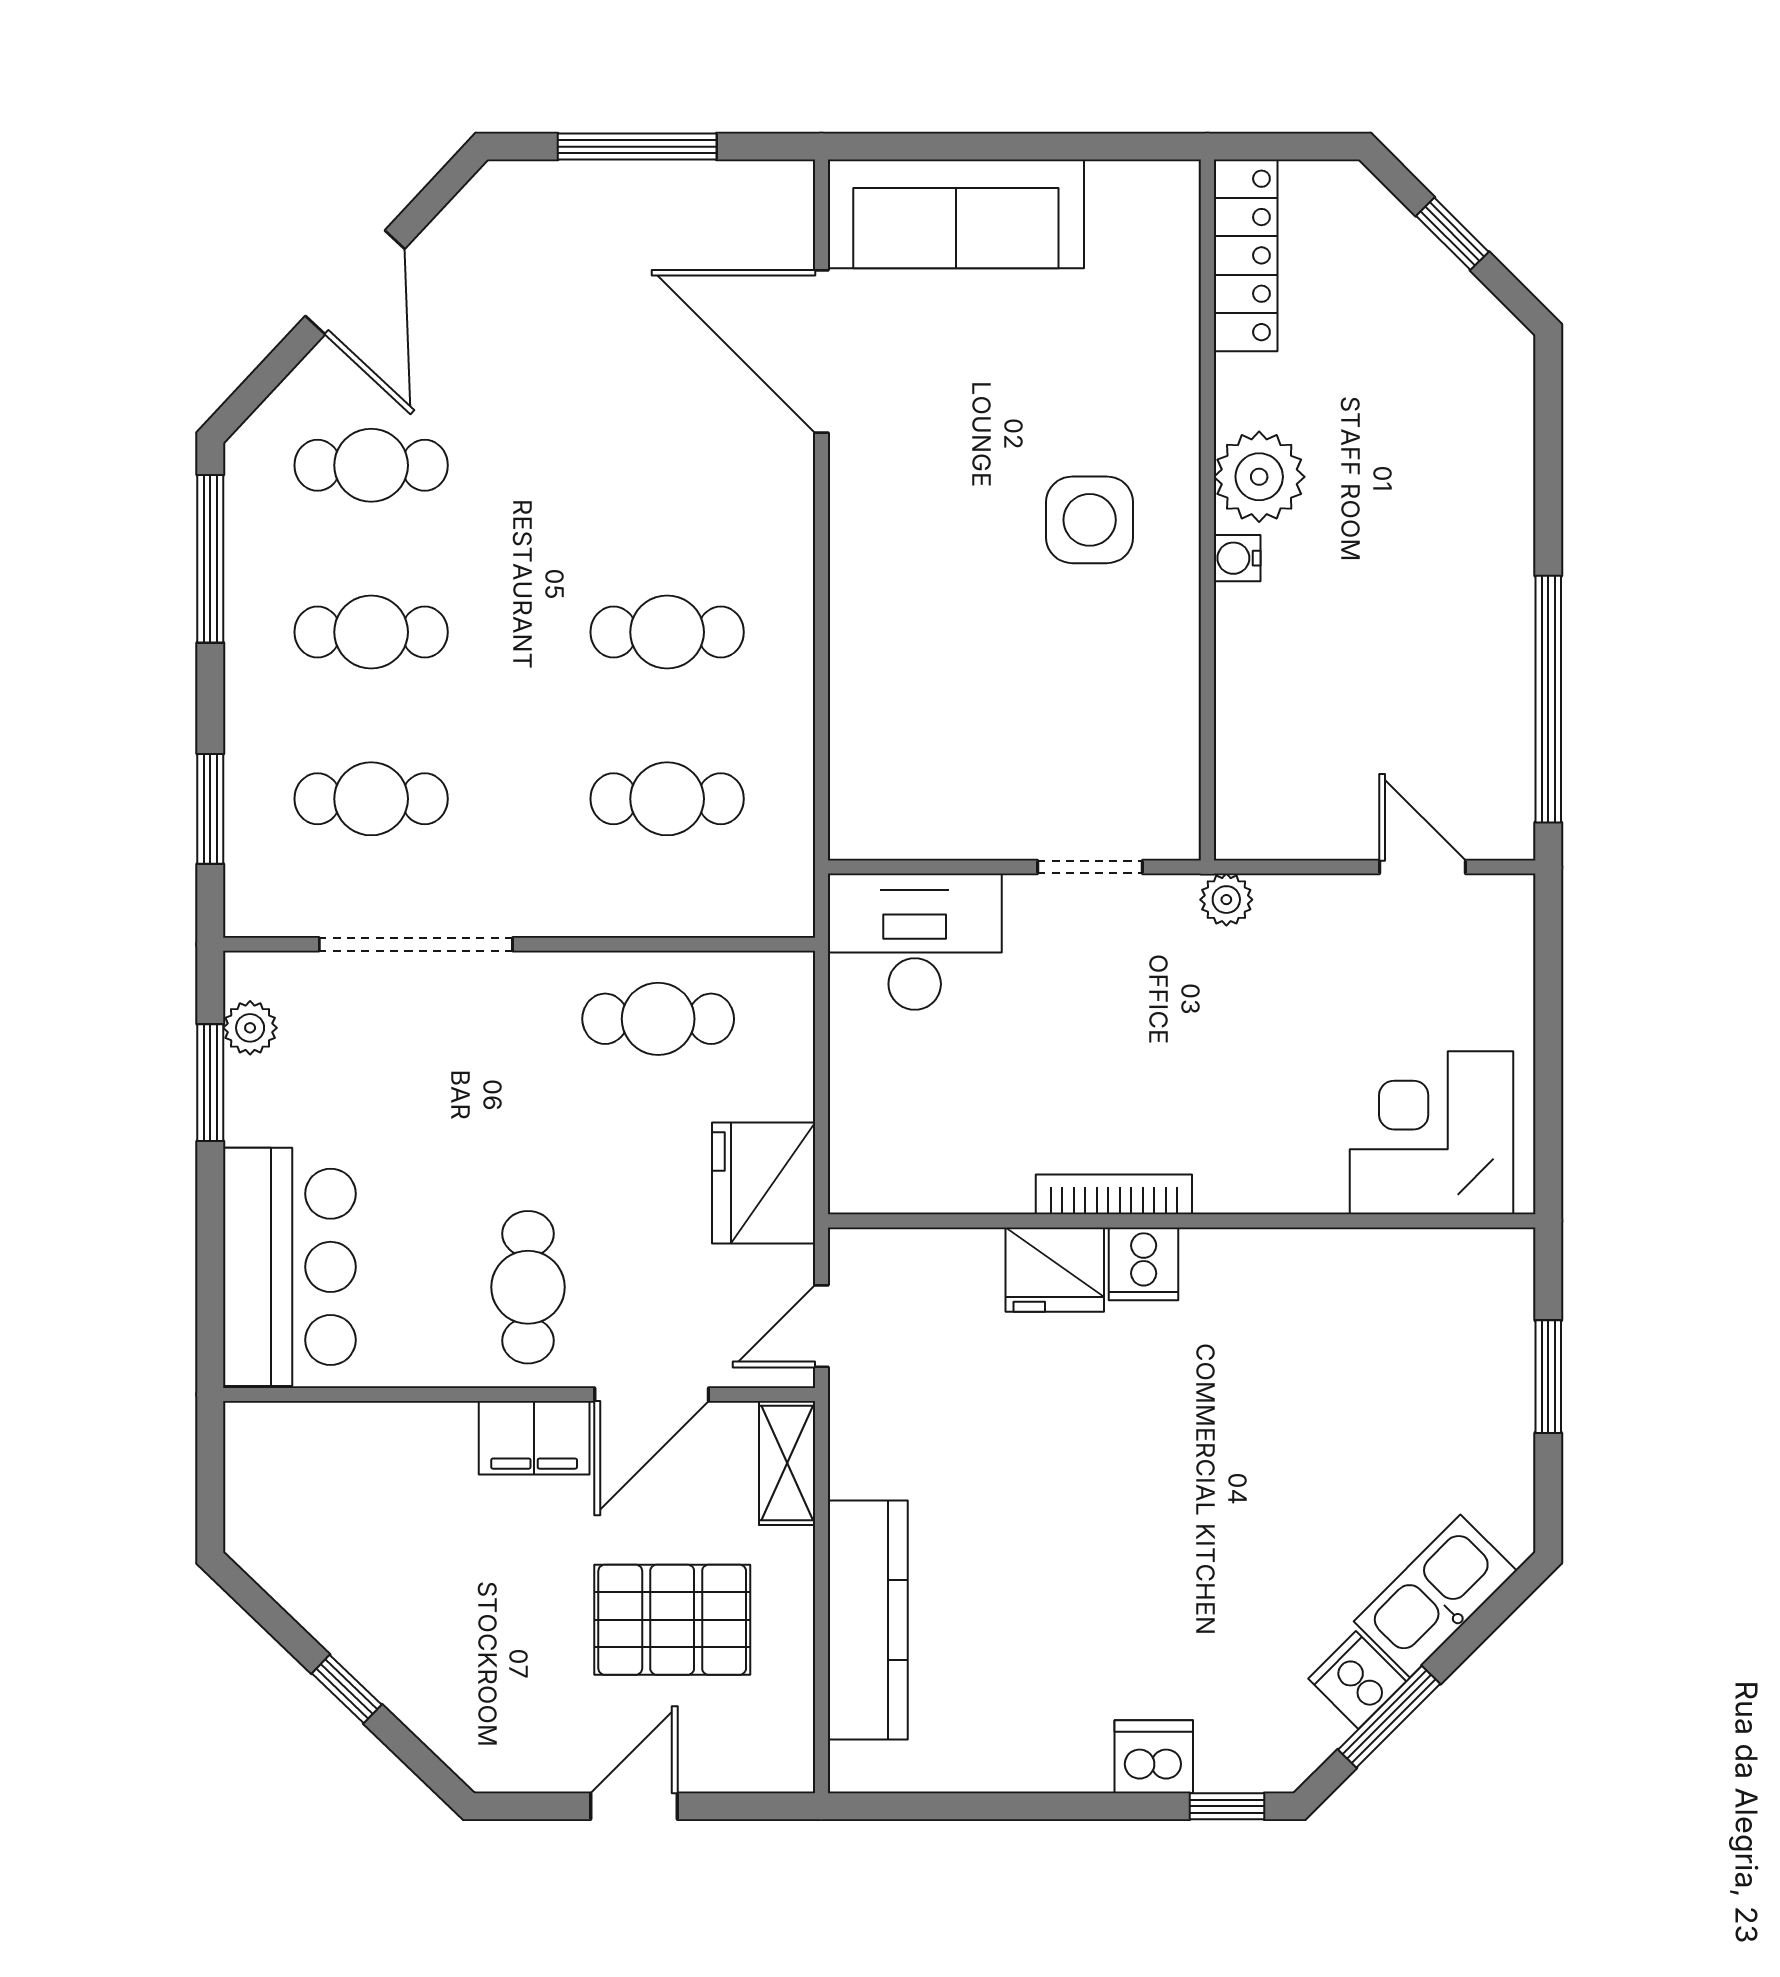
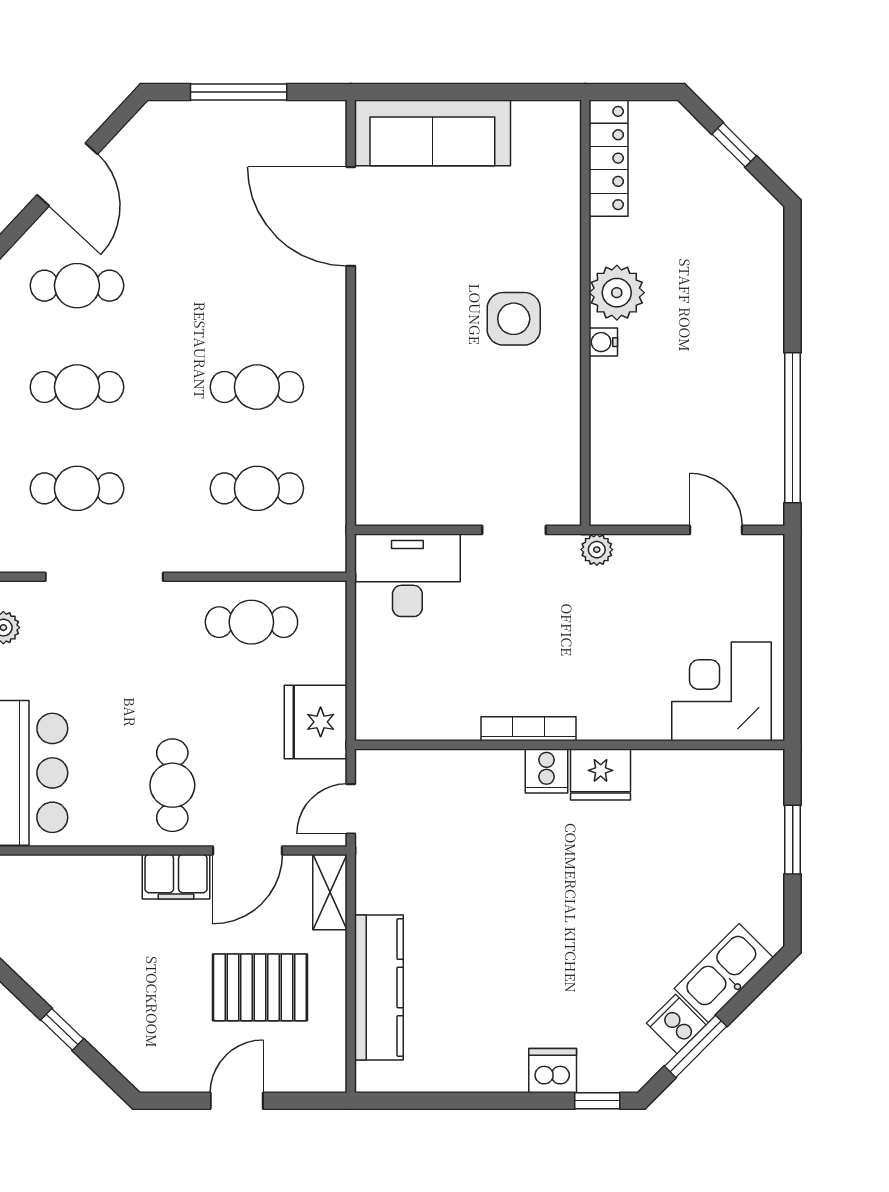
fridge: (1055, 1270) -> (601, 774), moved

